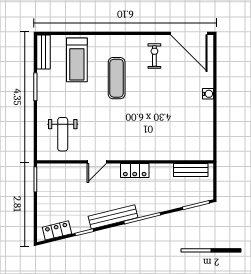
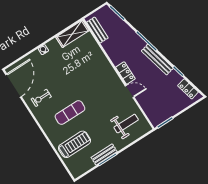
bench: (43, 52) -> (104, 155), moved
shelving: (205, 139) -> (72, 34), added
locker: (135, 171) -> (125, 73), moved

